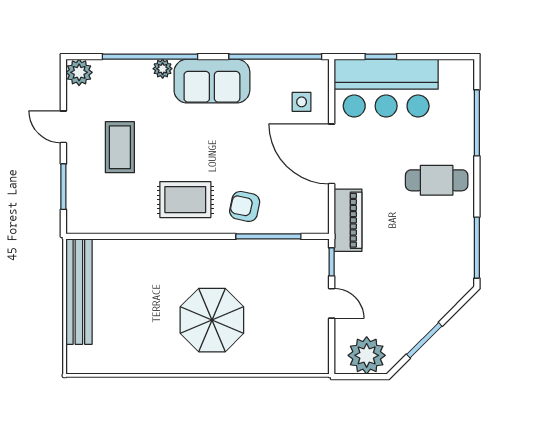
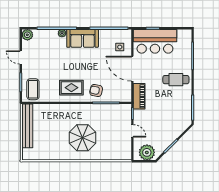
coffee table: (120, 147) -> (33, 89), moved

